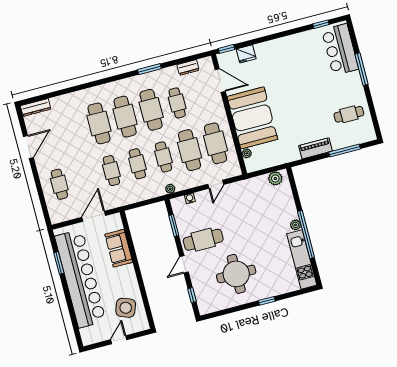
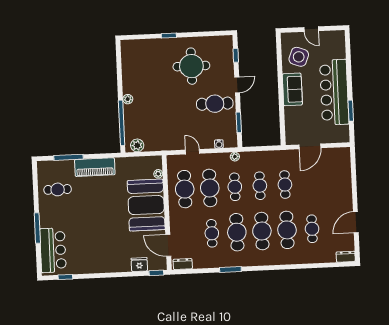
dresser: (188, 67) -> (183, 264), moved
dresser: (36, 107) -> (346, 257), width x0.70
piano: (315, 148) -> (95, 167), width x1.37, depth x1.33
cafe table: (59, 184) -> (312, 229), moved
door: (216, 184) -> (193, 152), hinge flipped
window: (306, 235) -> (122, 123), moved
sofa: (119, 248) -> (292, 89), moved
kitchen unit: (302, 259) -> (129, 66), removed
bar counter: (80, 279) -> (334, 92), width x0.73
door: (119, 340) -> (311, 29), hinge flipped

